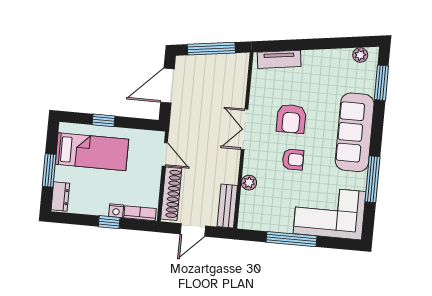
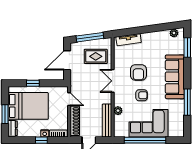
rug: (219, 83) -> (96, 56), added
bed: (92, 152) -> (28, 106), width x1.50
bench: (227, 206) -> (107, 120), width x1.36
corner sofa: (329, 213) -> (149, 123), moved
window: (292, 239) -> (145, 140), width x1.46

